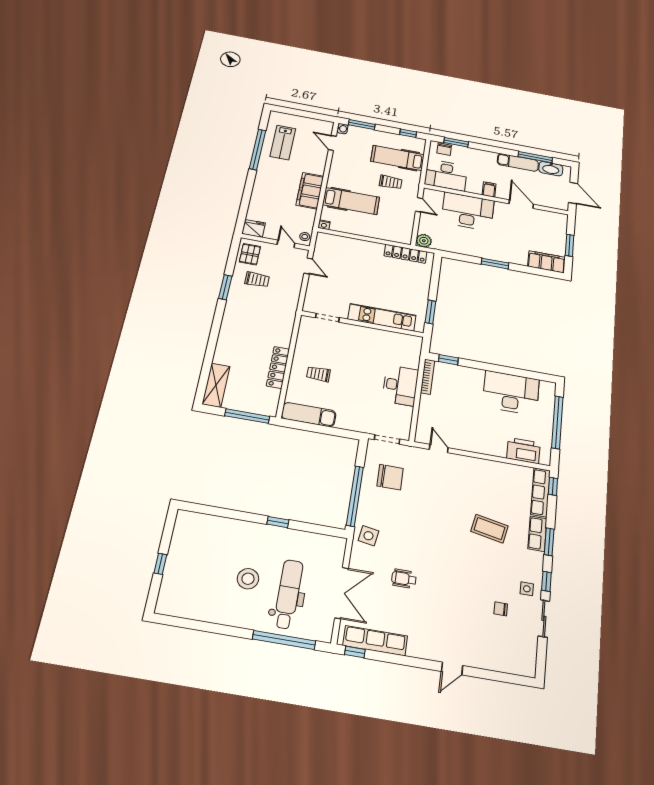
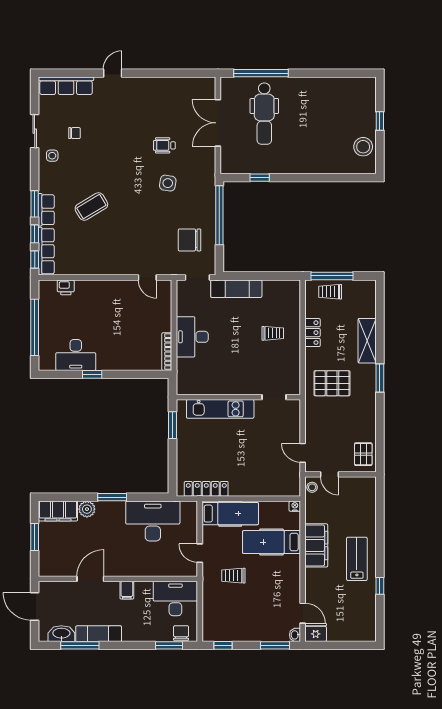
lab bench: (283, 142) -> (357, 559), moved
window: (258, 150) -> (380, 586), width x0.32
hospital bed: (398, 158) -> (230, 514), moved
door: (521, 204) -> (90, 579), swing flipped
desk: (468, 211) -> (153, 521), moved, turned 180
fridge: (253, 228) -> (316, 632), moved, turned 180
plant: (424, 241) -> (87, 509), moved
trolley: (257, 280) -> (330, 292), moved
window: (225, 287) -> (380, 378), moved
pallet: (268, 319) -> (332, 383), added
window: (448, 360) -> (92, 374), moved
locker: (278, 367) -> (313, 333), width x0.66
shelving: (216, 385) -> (367, 341), moved
desk: (511, 393) -> (76, 355), width x0.73, depth x0.77
exam couch: (309, 415) -> (236, 289), moved
printer: (523, 451) -> (66, 287), width x0.53, depth x0.68
window: (278, 522) -> (260, 178), moved
coffee table: (489, 529) -> (91, 207), turned -42
side table: (368, 536) -> (168, 183), moved
stool: (248, 579) -> (363, 147), moved
wheelchair: (404, 579) -> (164, 145), turned 180
window: (546, 581) -> (35, 234), moved
row of seats: (375, 641) -> (66, 86), moved
window: (355, 652) -> (199, 73), removed

